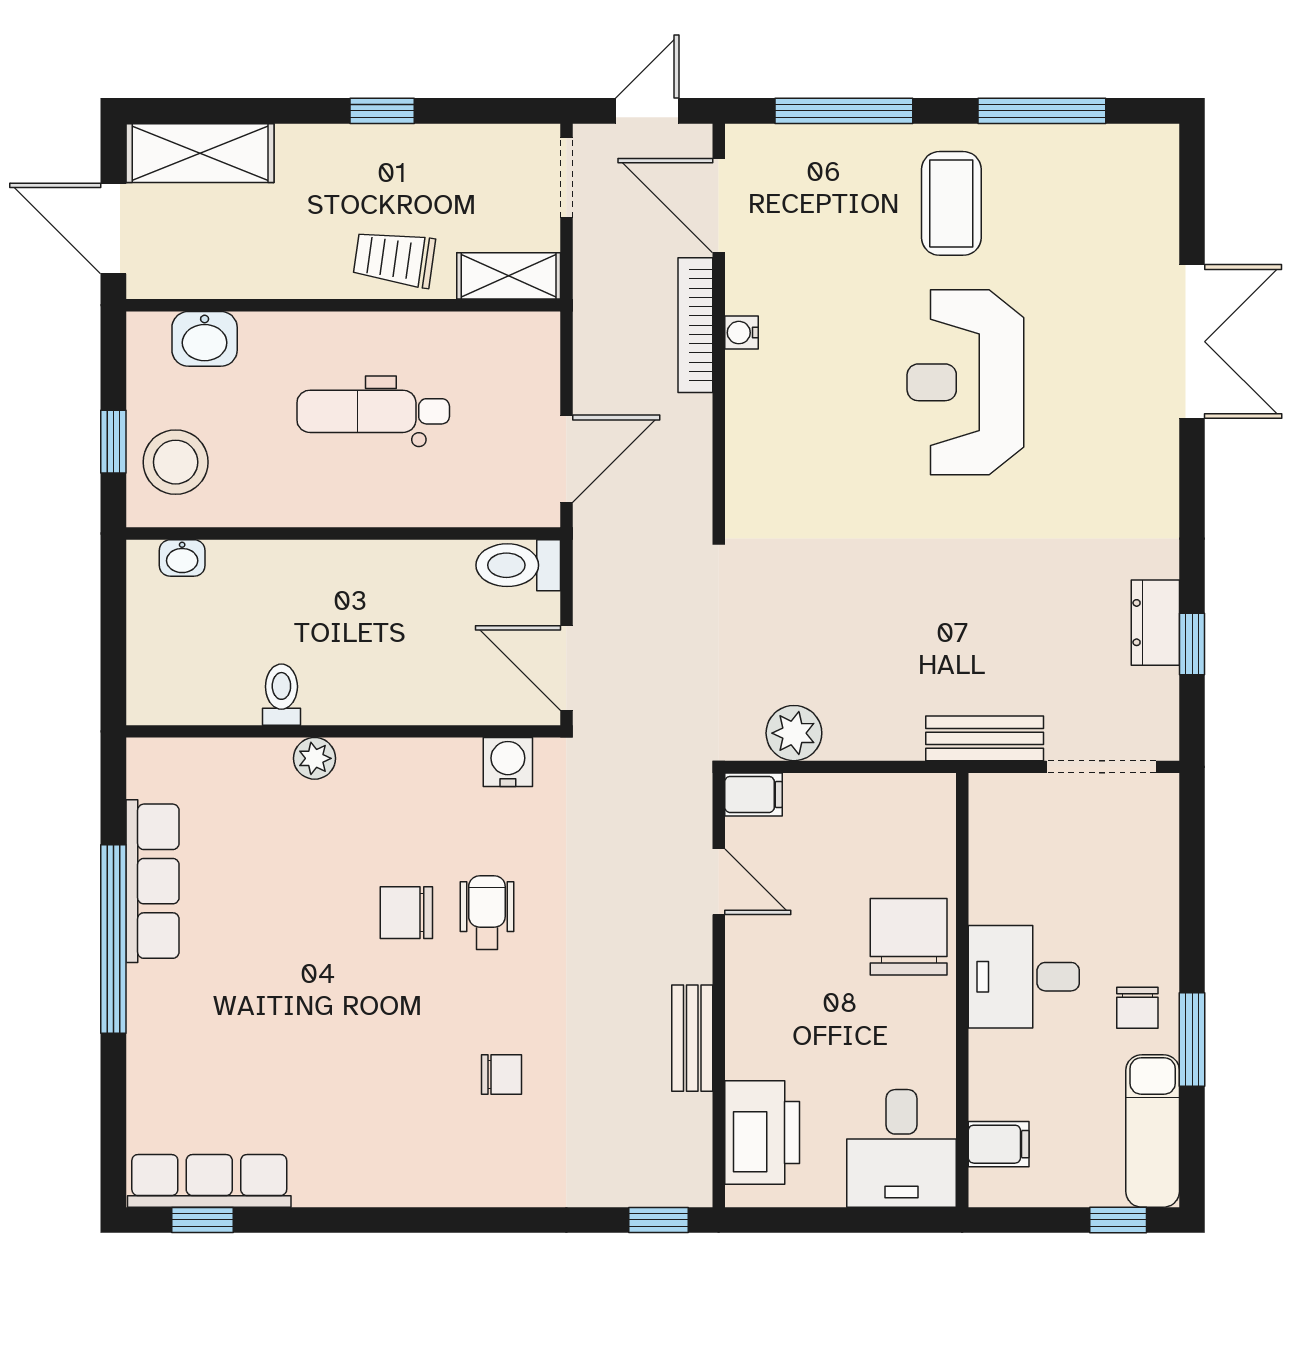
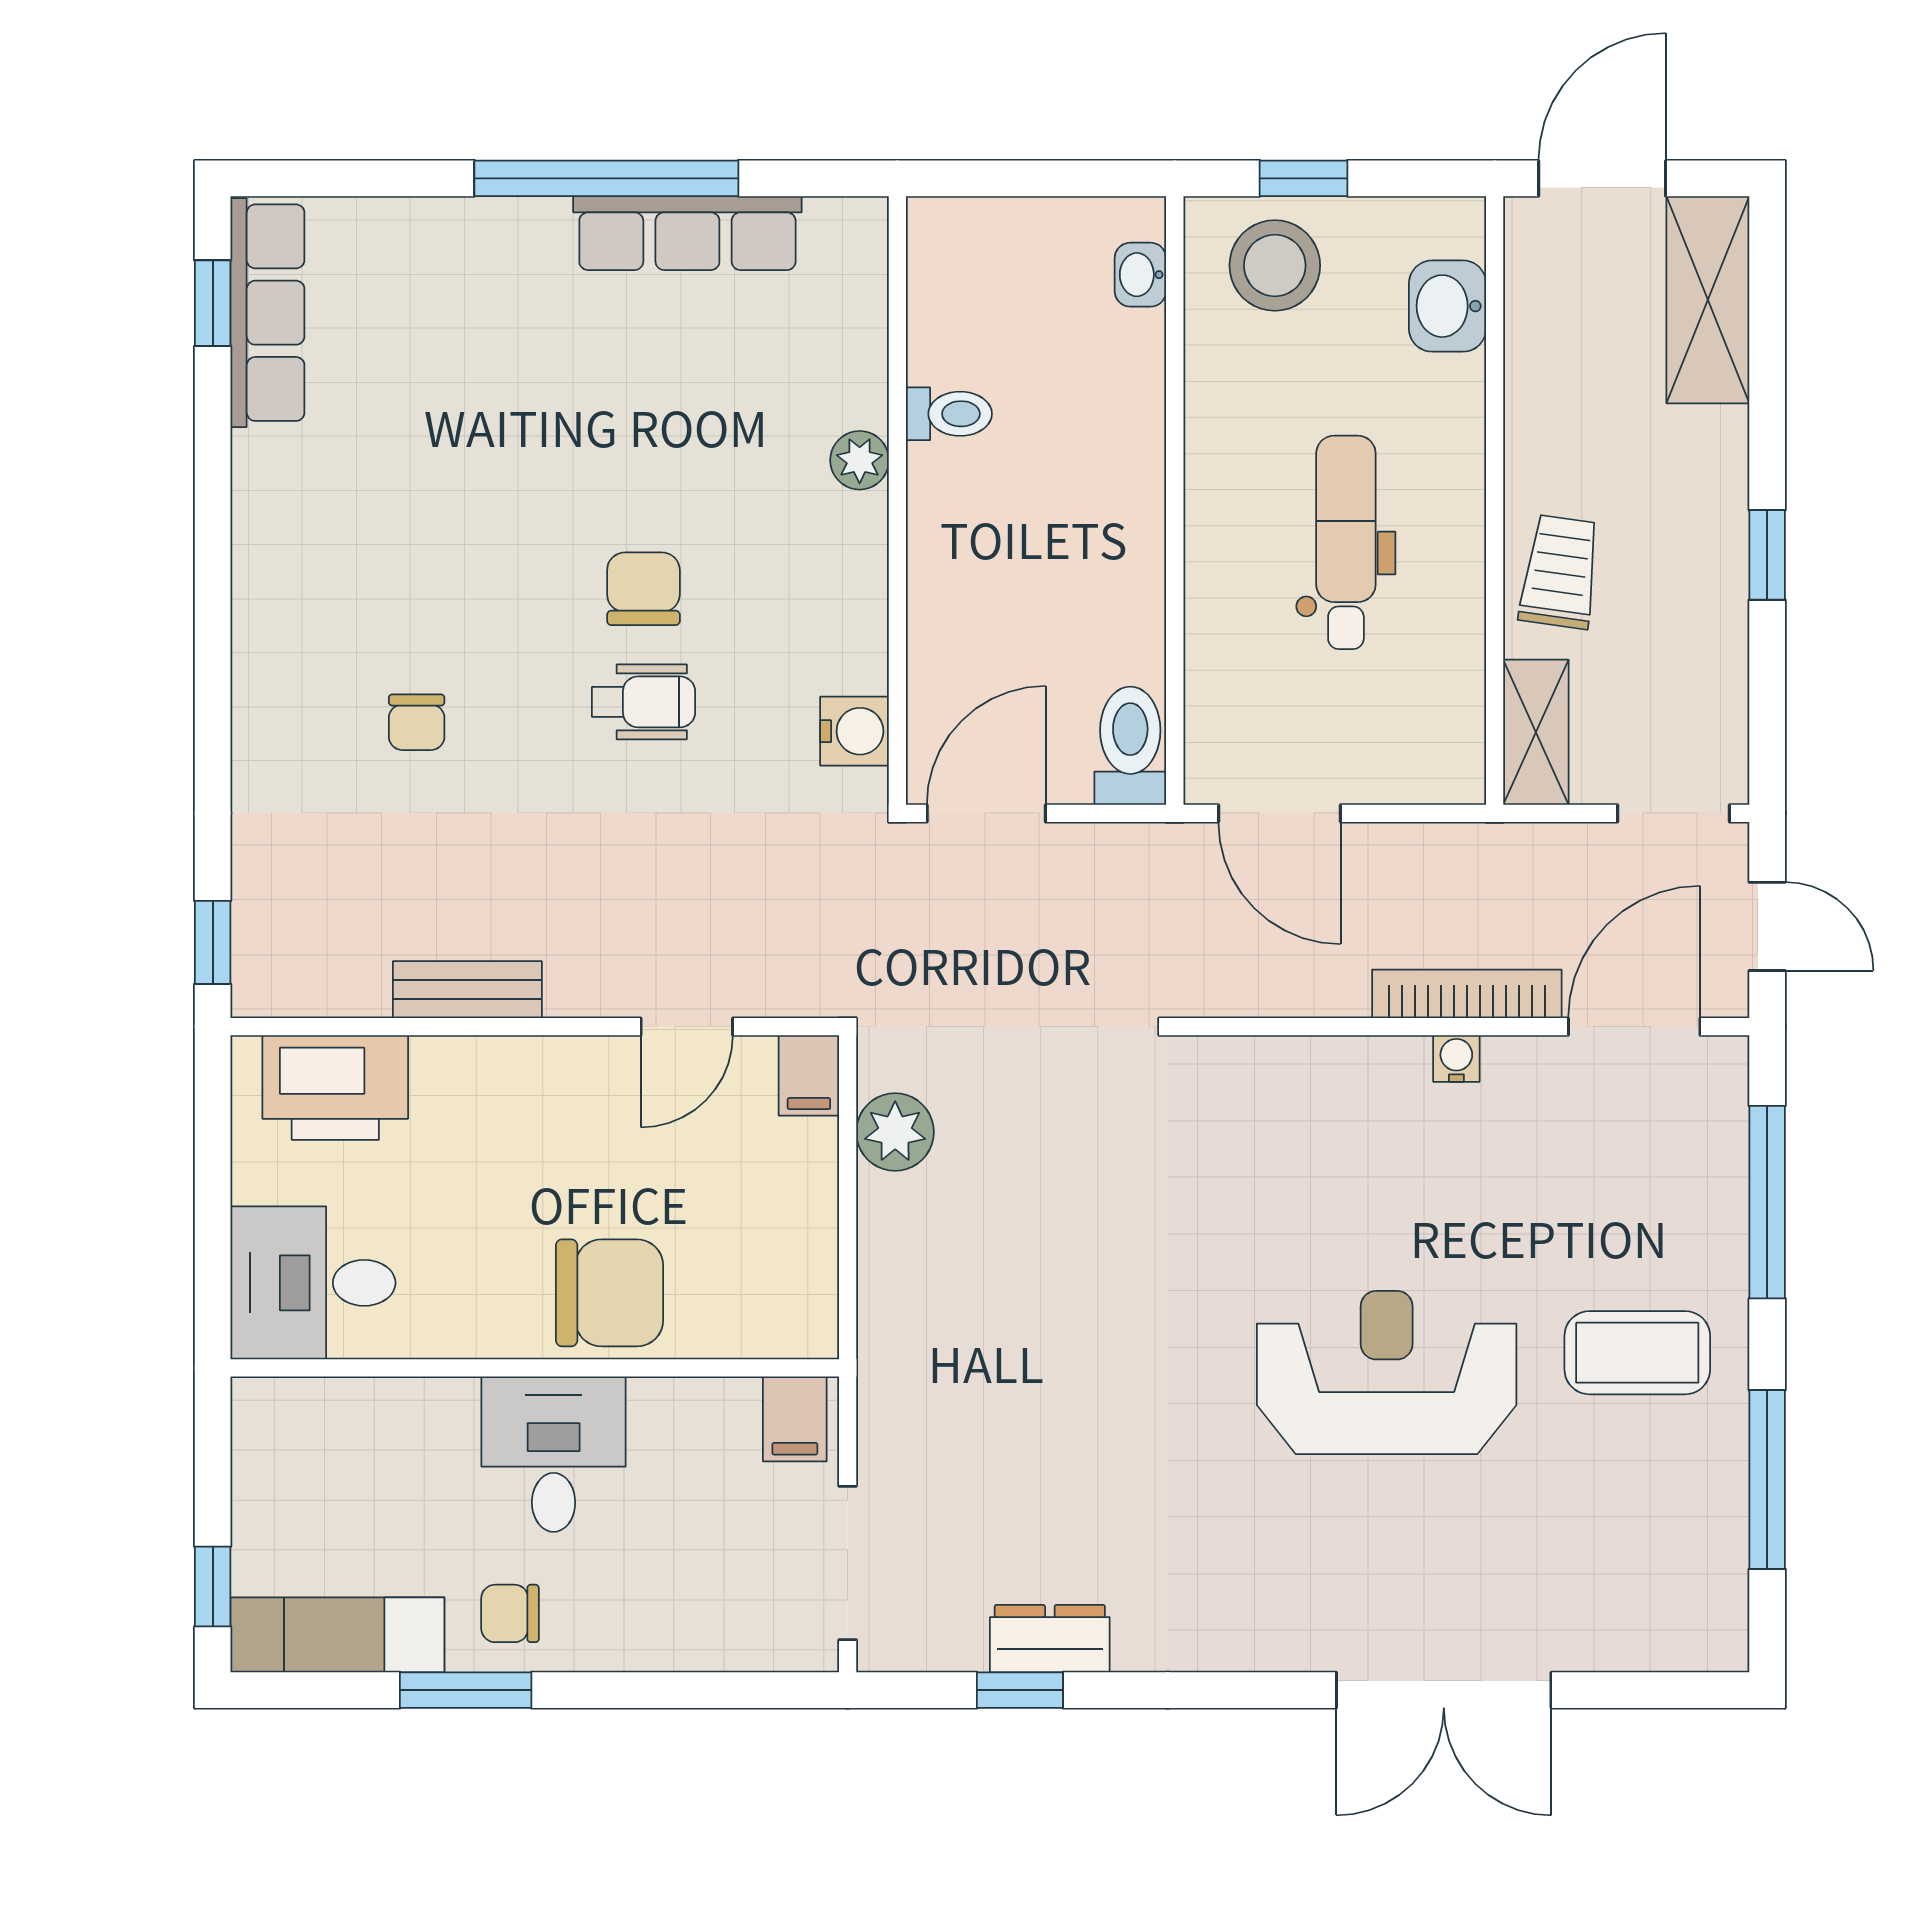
bench: (985, 738) -> (888, 1399), removed
filing cabinet: (999, 1144) -> (795, 1419), moved

